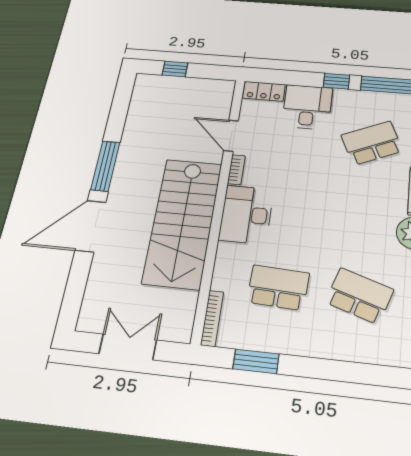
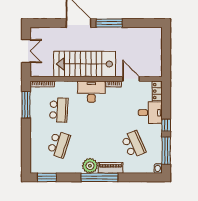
window: (175, 69) -> (166, 46), removed
door: (231, 136) -> (131, 79), hinge flipped
window: (256, 361) -> (26, 105), width x1.44

